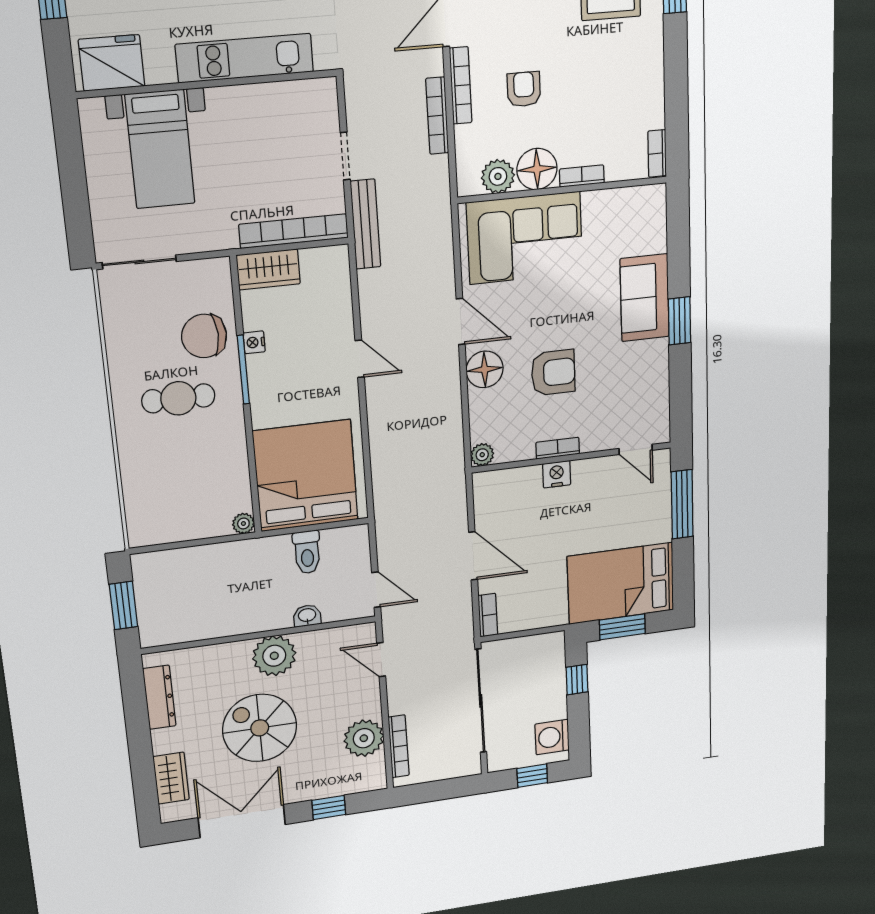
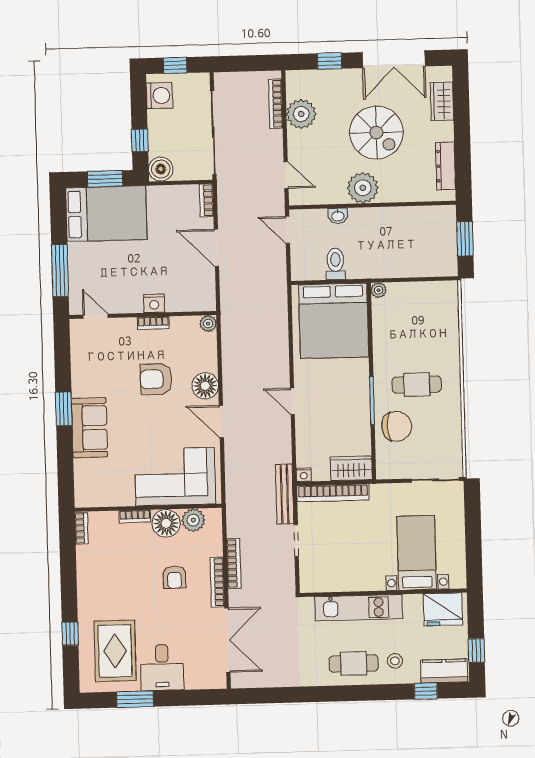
nightstand: (254, 342) -> (304, 475), moved, turned 90
boiler: (549, 647) -> (161, 169), added

